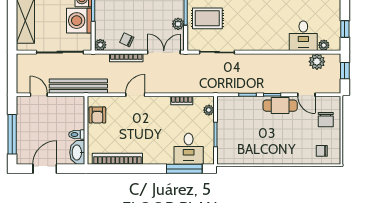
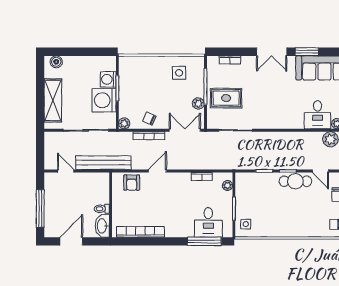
armchair: (97, 115) -> (132, 183), moved
side table: (228, 151) -> (246, 224), added

